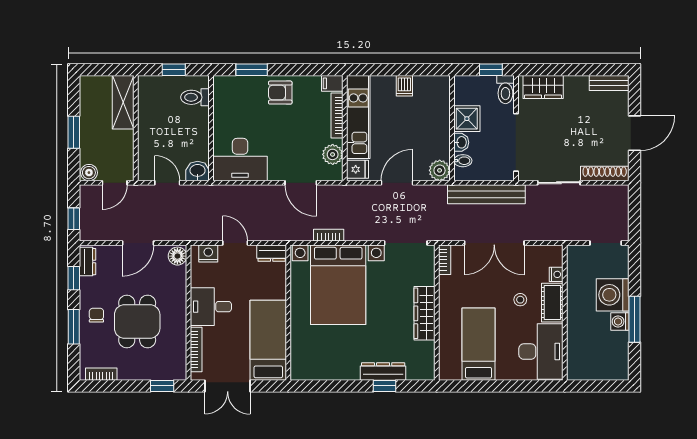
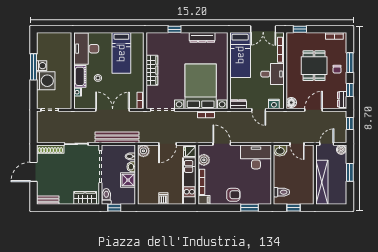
shelving: (123, 102) -> (322, 182), width x1.47
dresser: (383, 371) -> (202, 37), moved
double door: (228, 386) -> (263, 29), swing flipped

